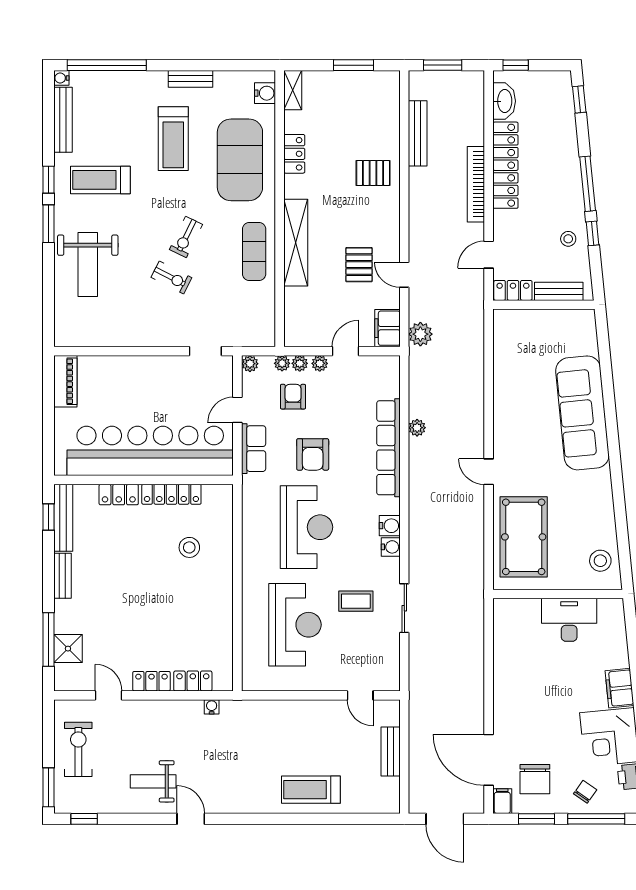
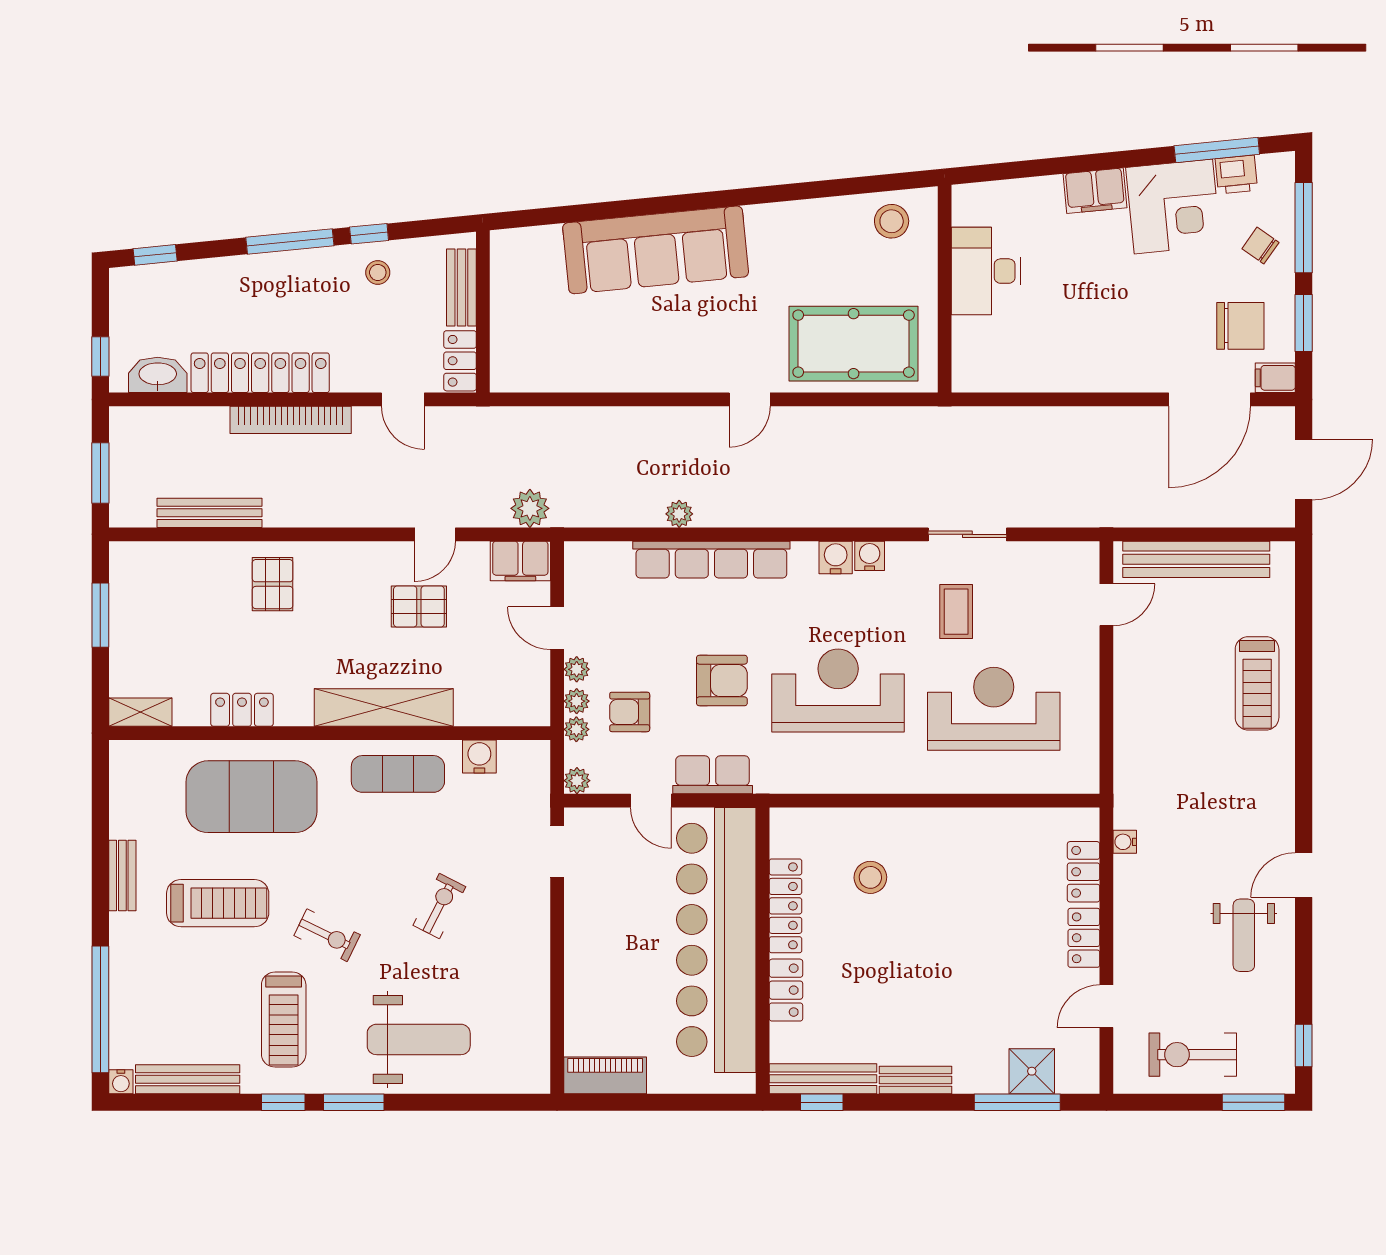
water cooler: (265, 93) -> (479, 757), moved
exercise bike: (186, 237) -> (327, 935), moved
bench: (391, 752) -> (1196, 559), width x1.86, depth x1.21

